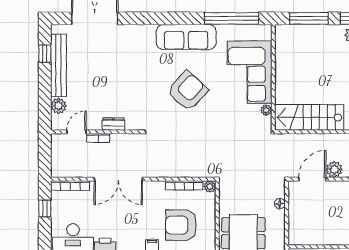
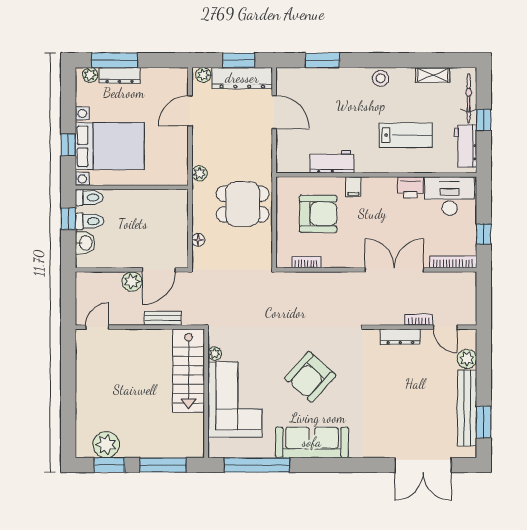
window: (45, 54) -> (484, 422), width x1.50
stairs: (309, 117) -> (189, 371), moved, turned 90
dresser: (113, 124) -> (400, 337), width x1.44
door: (76, 132) -> (445, 327), hinge flipped
bench: (309, 139) -> (163, 318), added
bookcase: (184, 185) -> (306, 262), width x0.64
plant: (210, 186) -> (283, 261), removed

